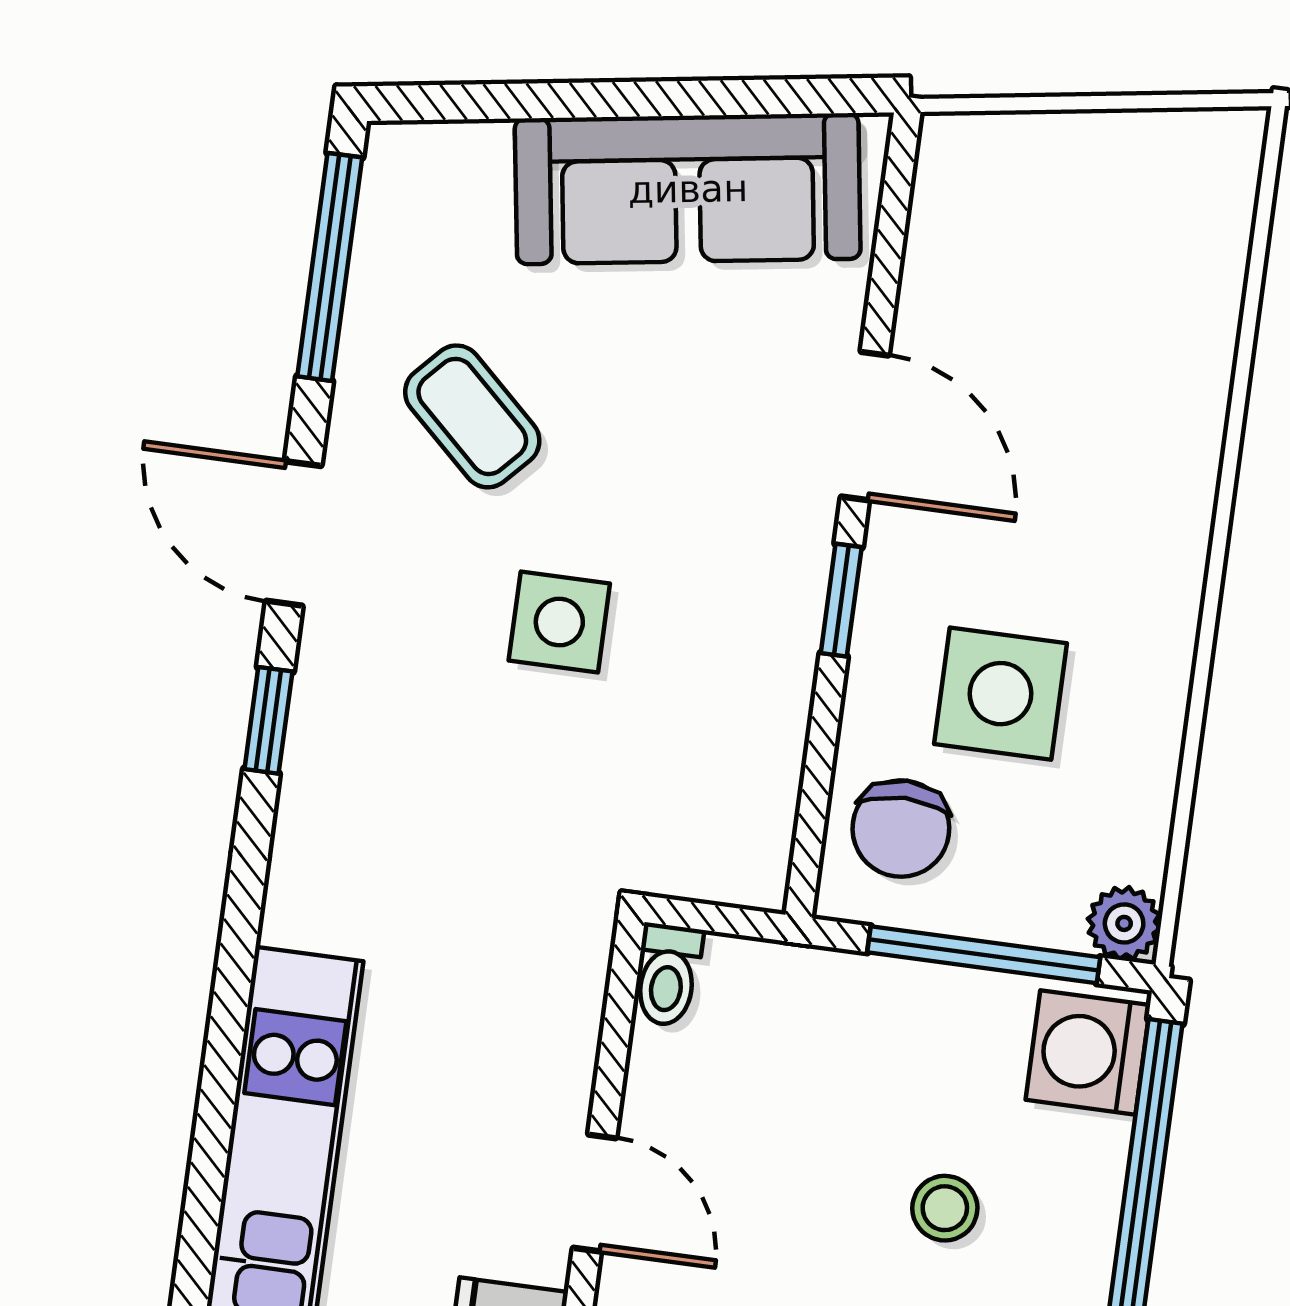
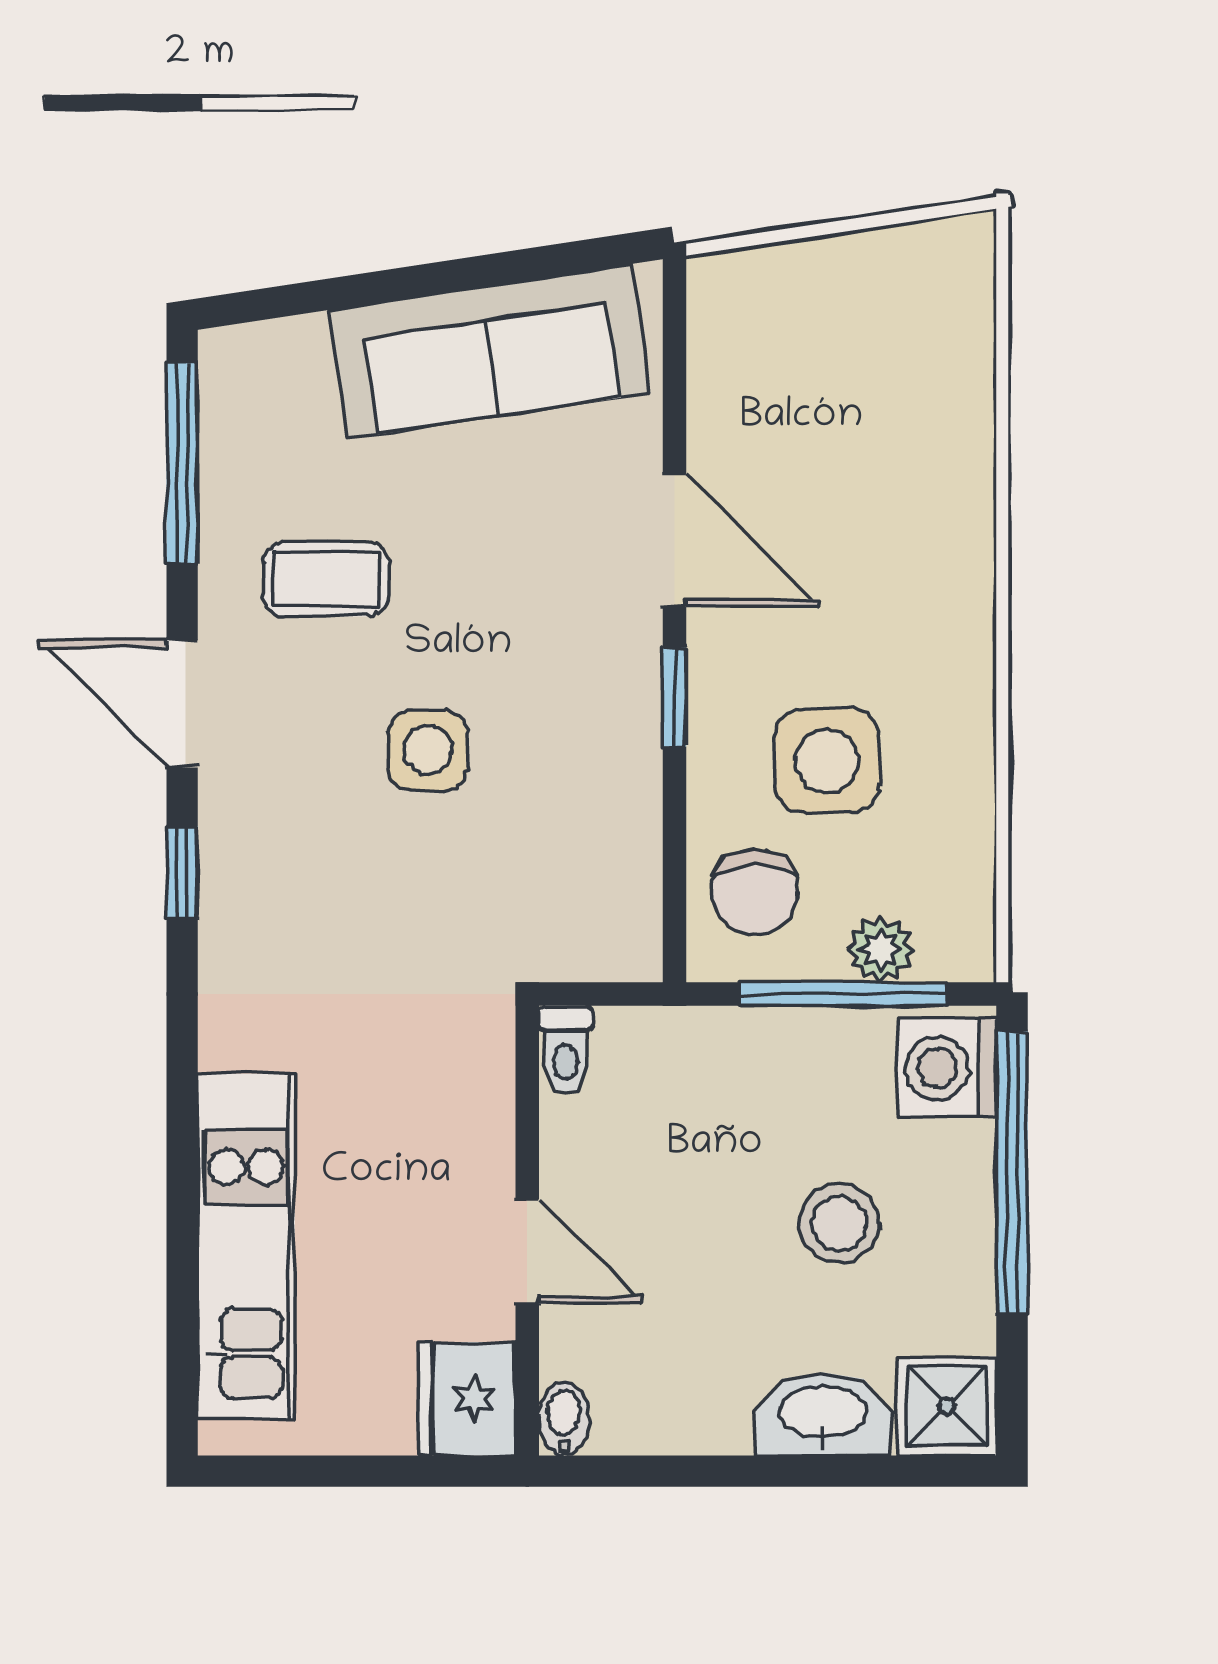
coffee table: (472, 416) -> (326, 579), turned -43
plant: (1124, 923) -> (881, 950), moved
stool: (945, 1208) -> (839, 1223), width x1.37, depth x1.37

